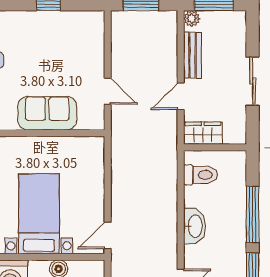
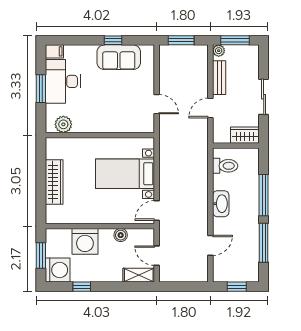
sofa: (47, 113) -> (119, 57), moved, turned 180
wardrobe: (203, 133) -> (245, 135), moved
bed with nightstands: (39, 214) -> (125, 174), moved, turned -90

